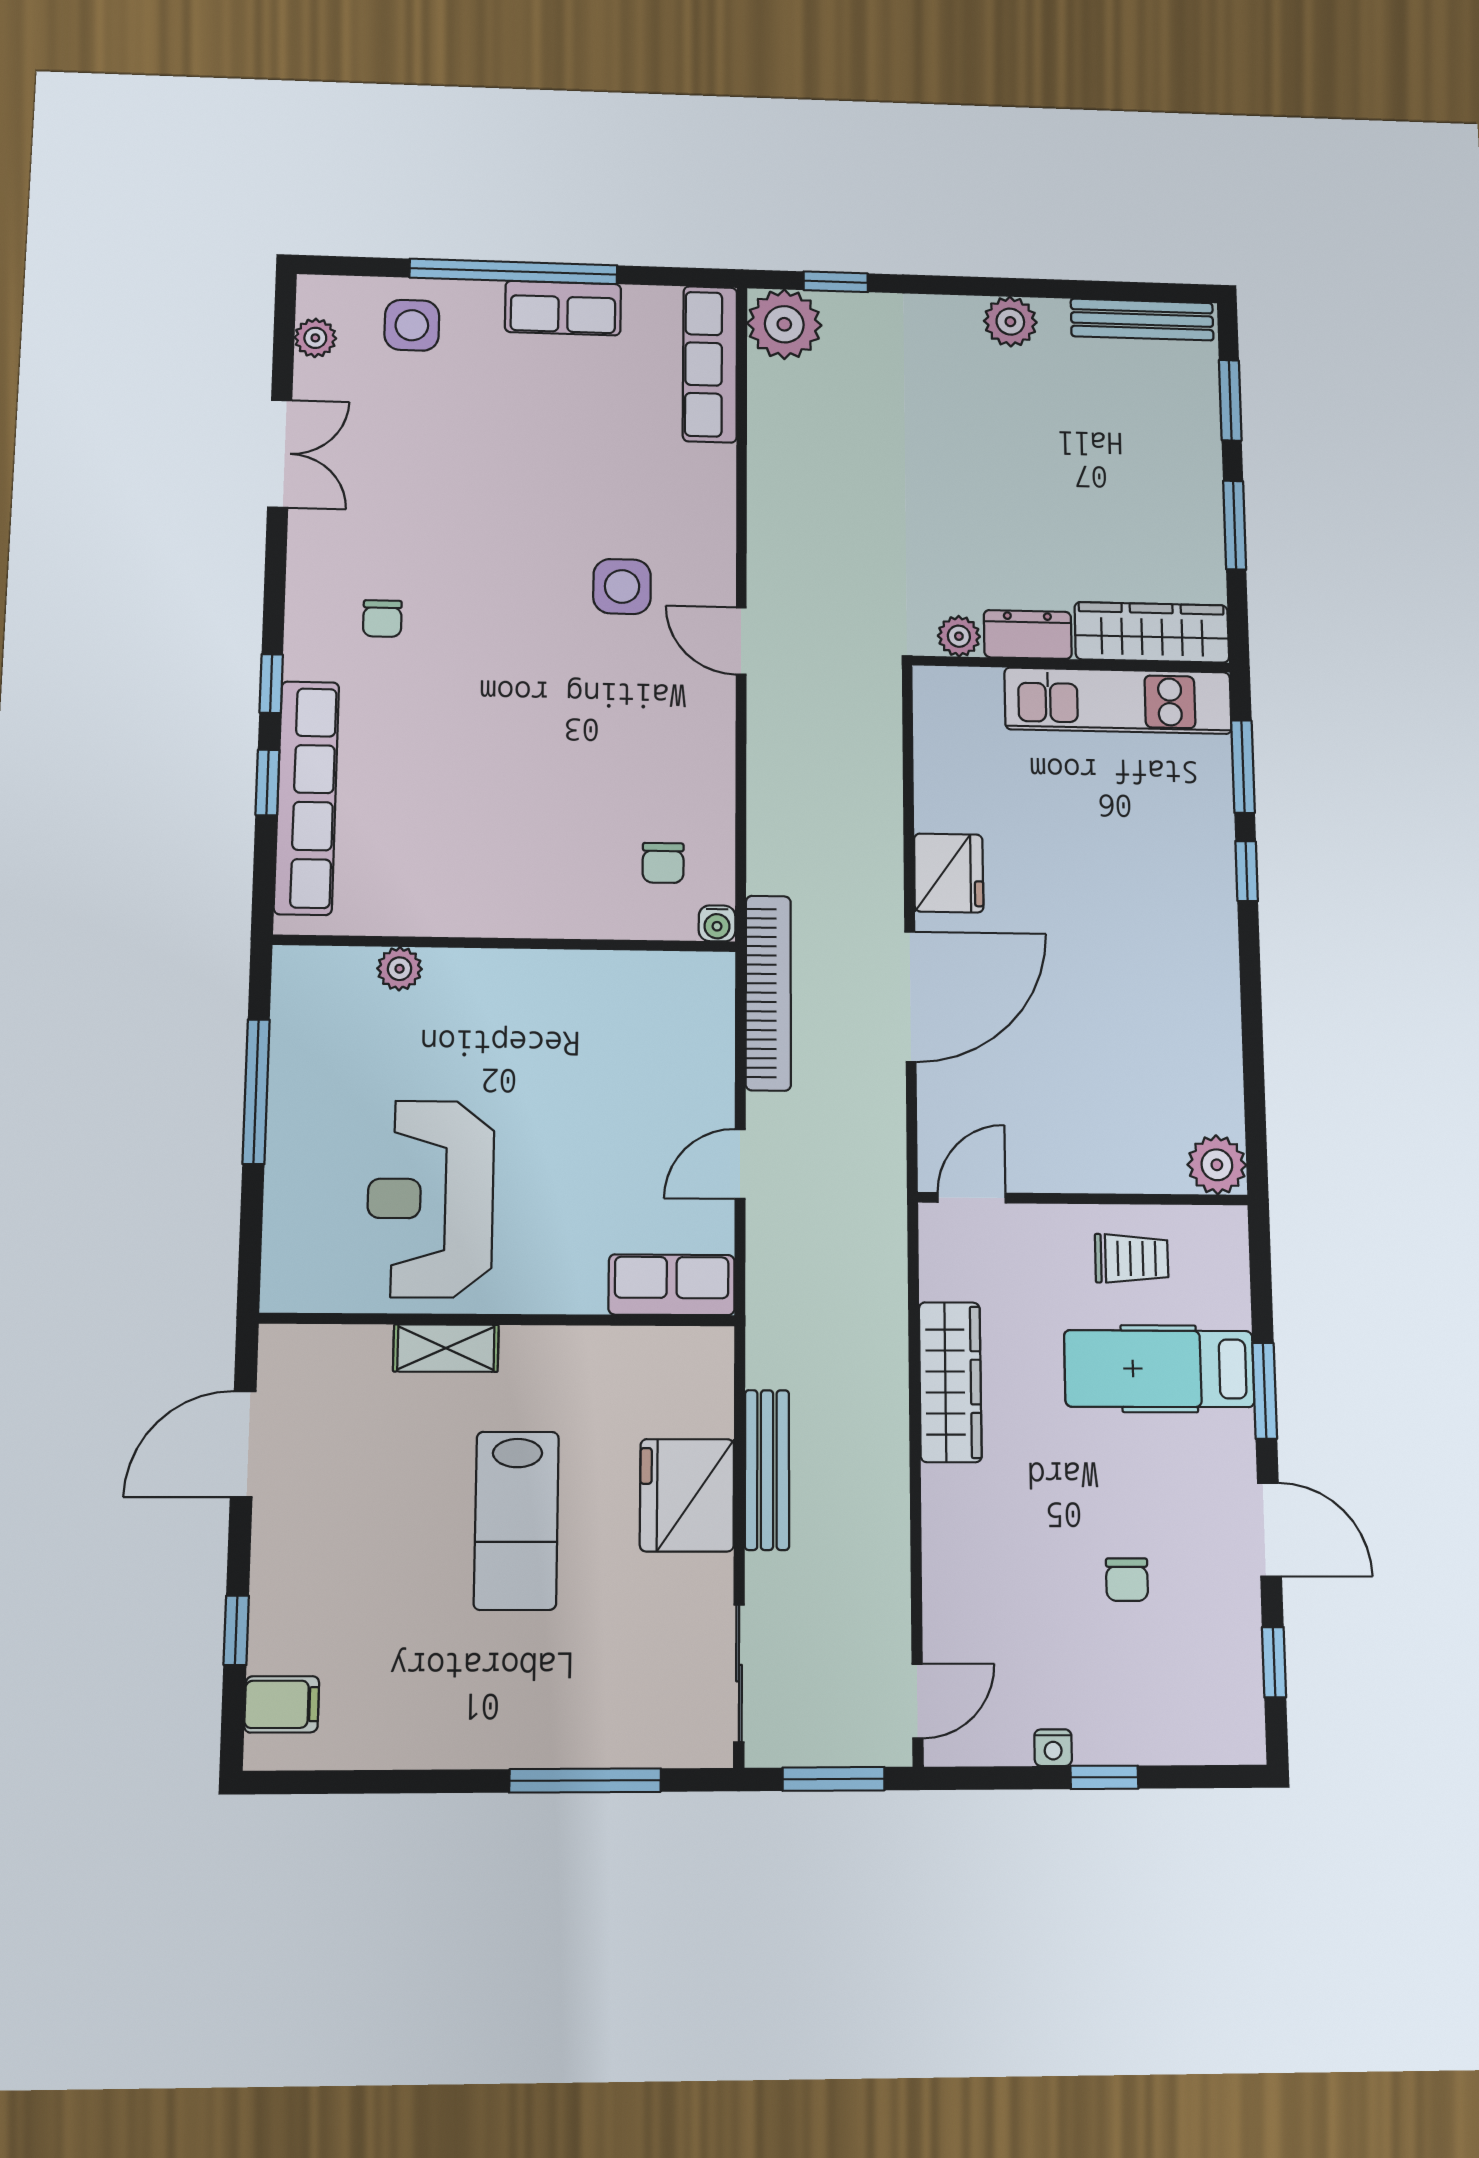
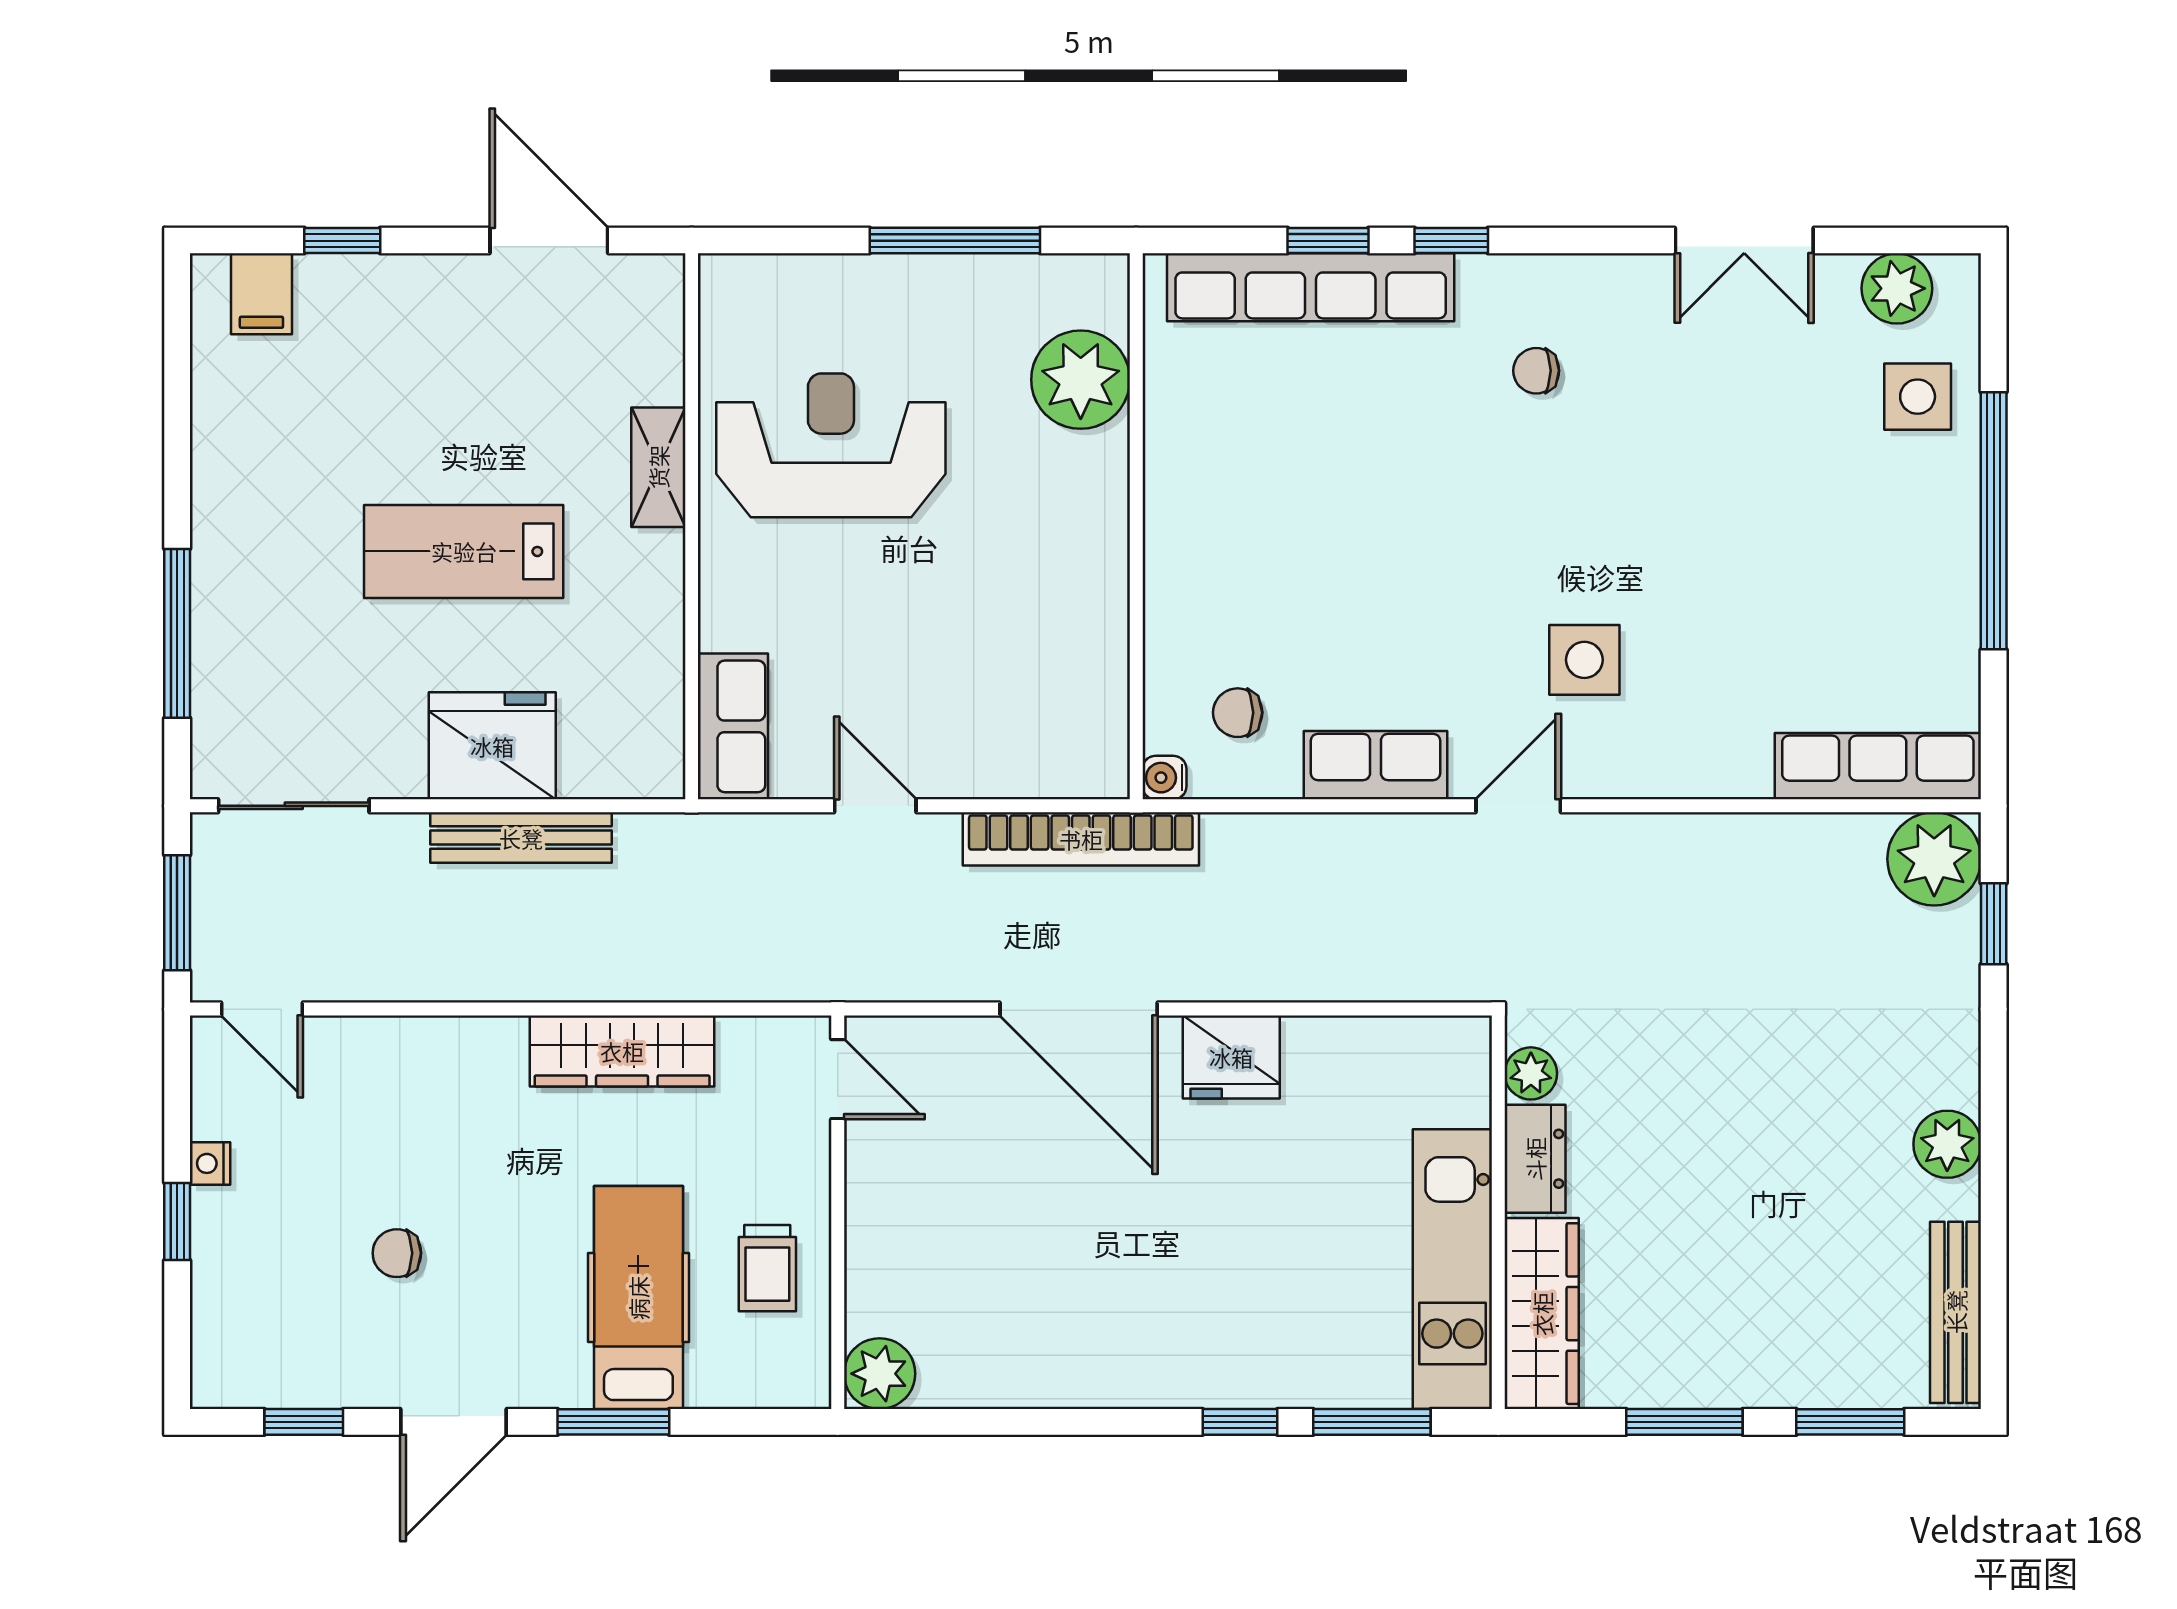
row of seats: (563, 308) -> (1375, 765), moved, turned 90
plant: (315, 338) -> (1897, 288), width x1.38, depth x1.38
plant: (400, 969) -> (1081, 380), width x1.87, depth x1.87

